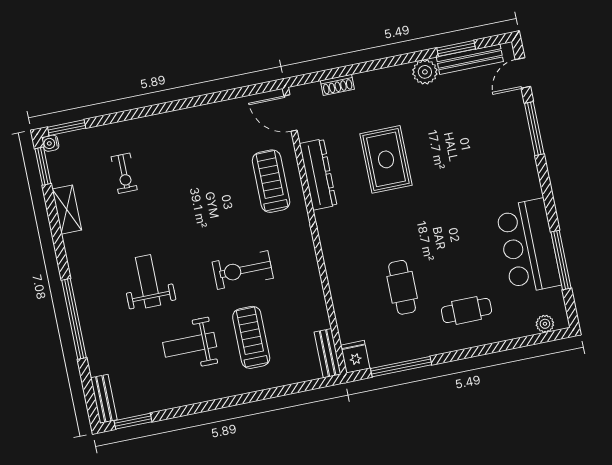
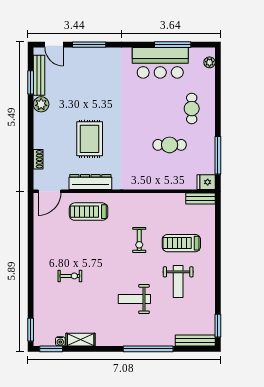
water cooler: (51, 143) -> (60, 341), moved
rug: (386, 159) -> (90, 139), turned 90
exercise bike: (124, 173) -> (70, 276), moved
exercise bike: (243, 270) -> (139, 240), width x0.73, depth x0.72
bench: (104, 399) -> (195, 341), width x1.36

